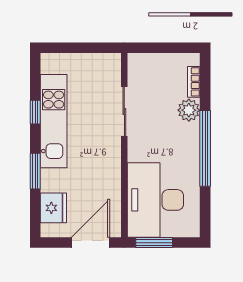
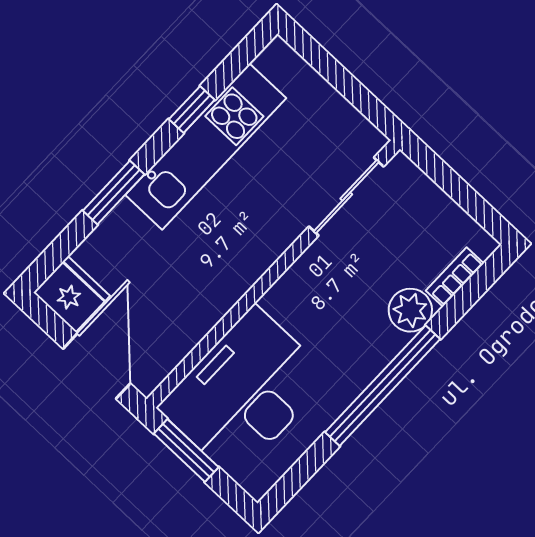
sliding door: (124, 111) -> (346, 197), moved
fridge: (53, 208) -> (72, 294), moved, turned -90
door: (90, 243) -> (97, 366), hinge flipped

